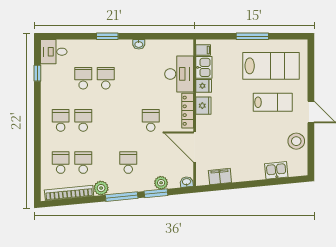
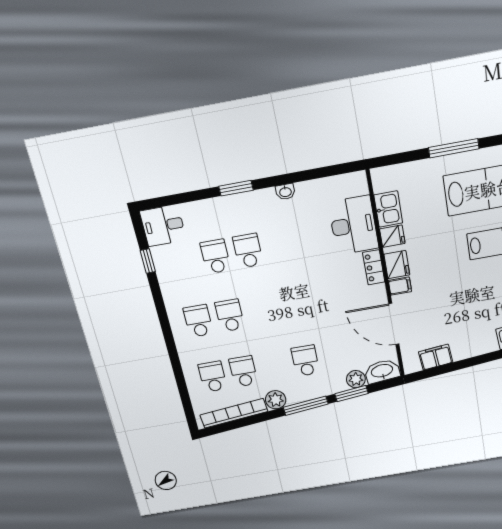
filing cabinet: (203, 50) -> (400, 286), moved
locker: (188, 111) -> (374, 267), width x0.66
school desk: (151, 120) -> (325, 299), removed
washbasin: (187, 182) -> (382, 371), width x1.91, depth x1.45

